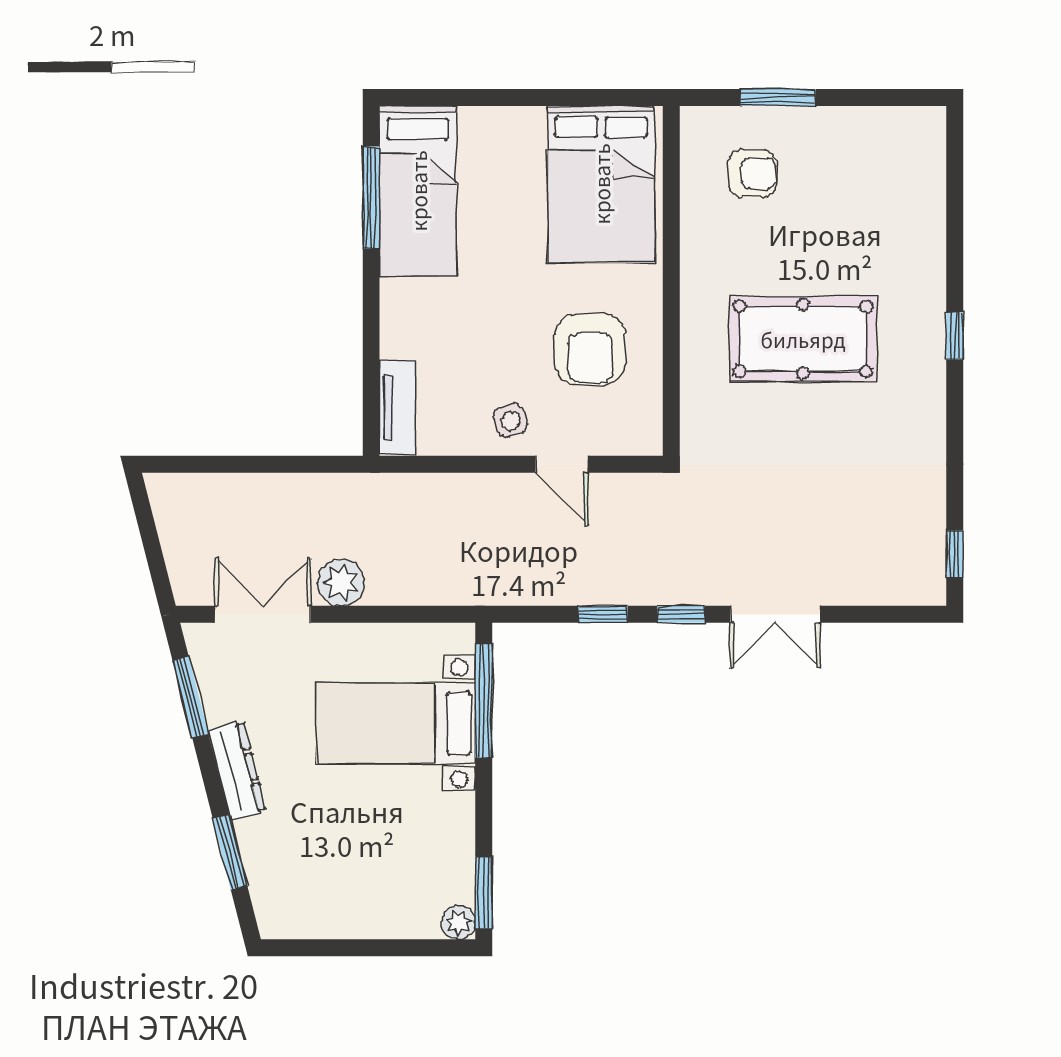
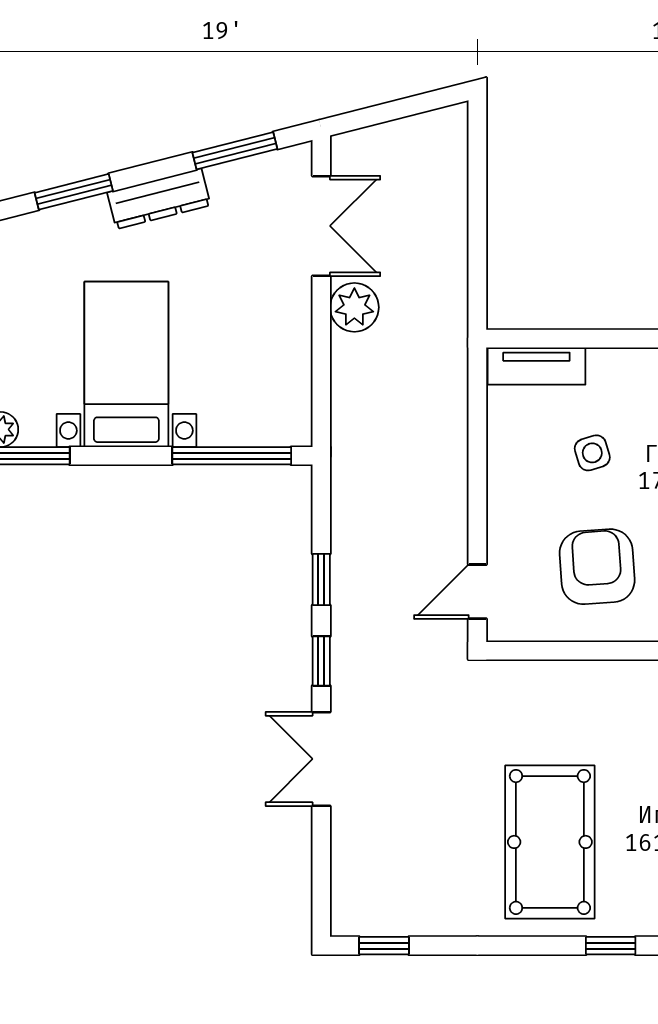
pool table: (803, 339) -> (550, 842), moved
armchair: (590, 349) -> (597, 567), turned 86
side table: (511, 421) -> (592, 453), moved
door: (562, 464) -> (477, 592), moved
bed with nightstands: (396, 723) -> (126, 364), moved

